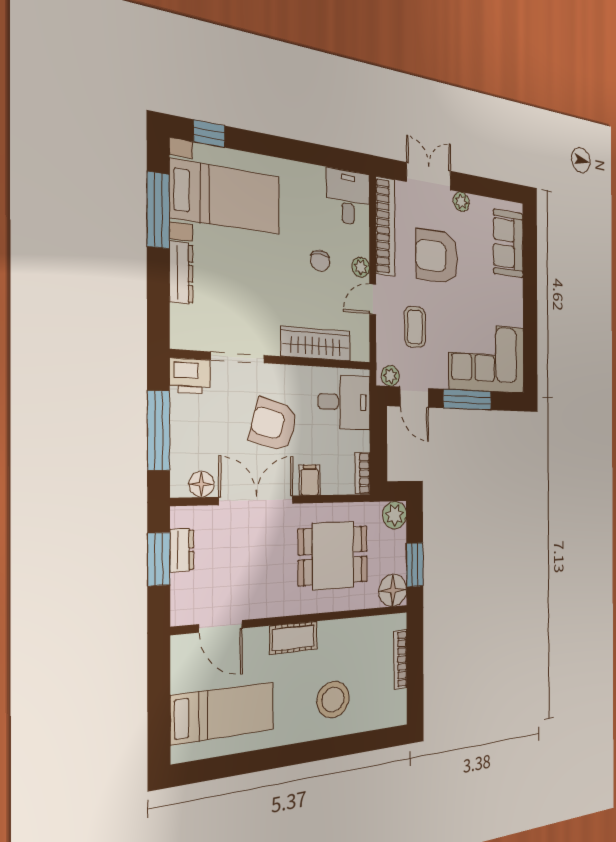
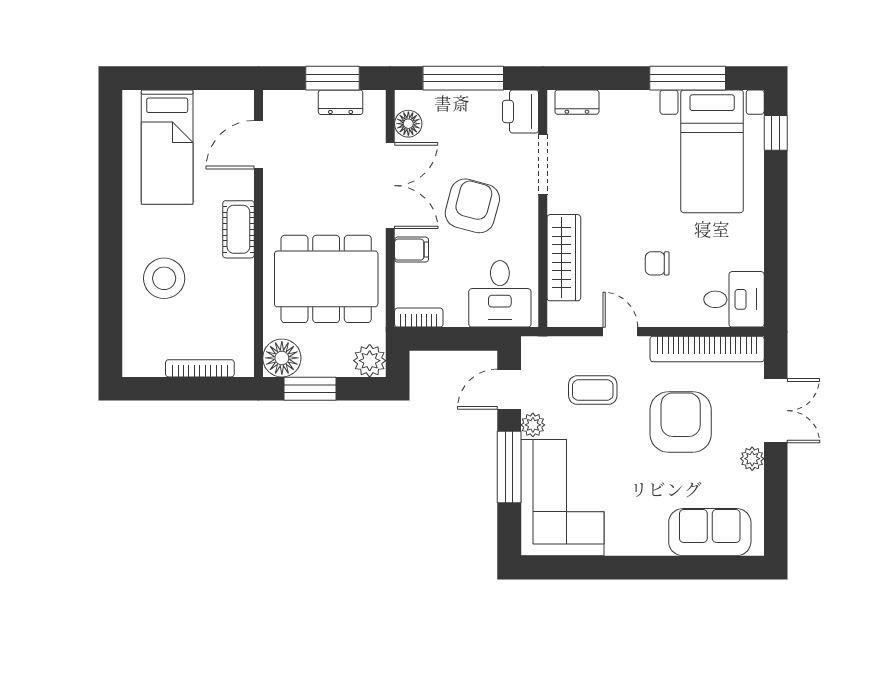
plant: (361, 267) -> (656, 316), removed
dresser: (181, 273) -> (577, 102), moved, width x0.70
plant: (390, 376) -> (533, 425), moved
dining table: (333, 556) -> (326, 279), width x1.38

